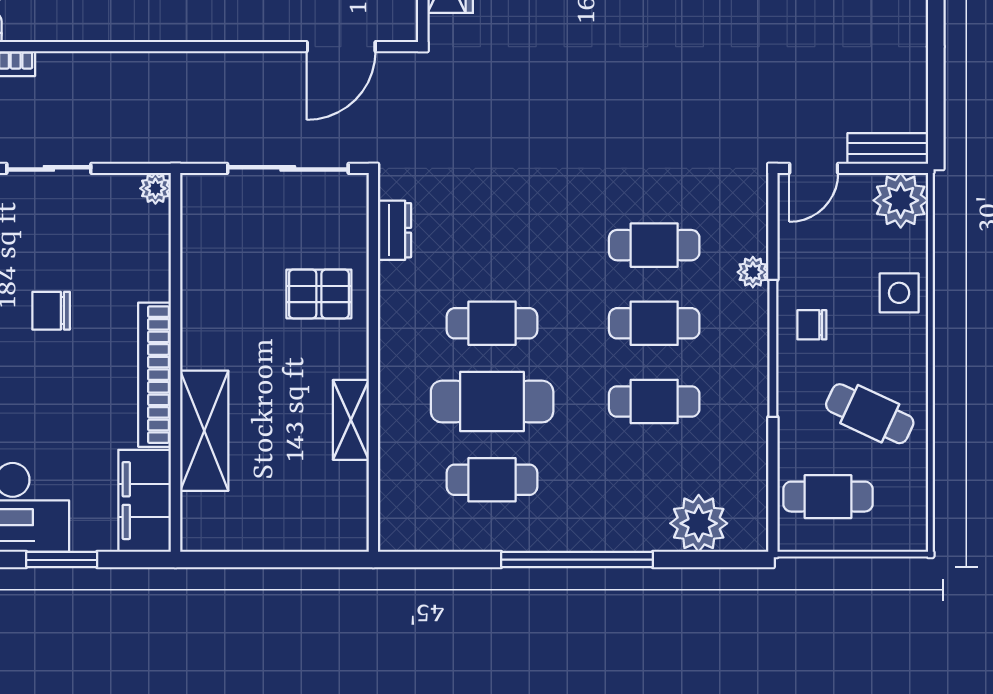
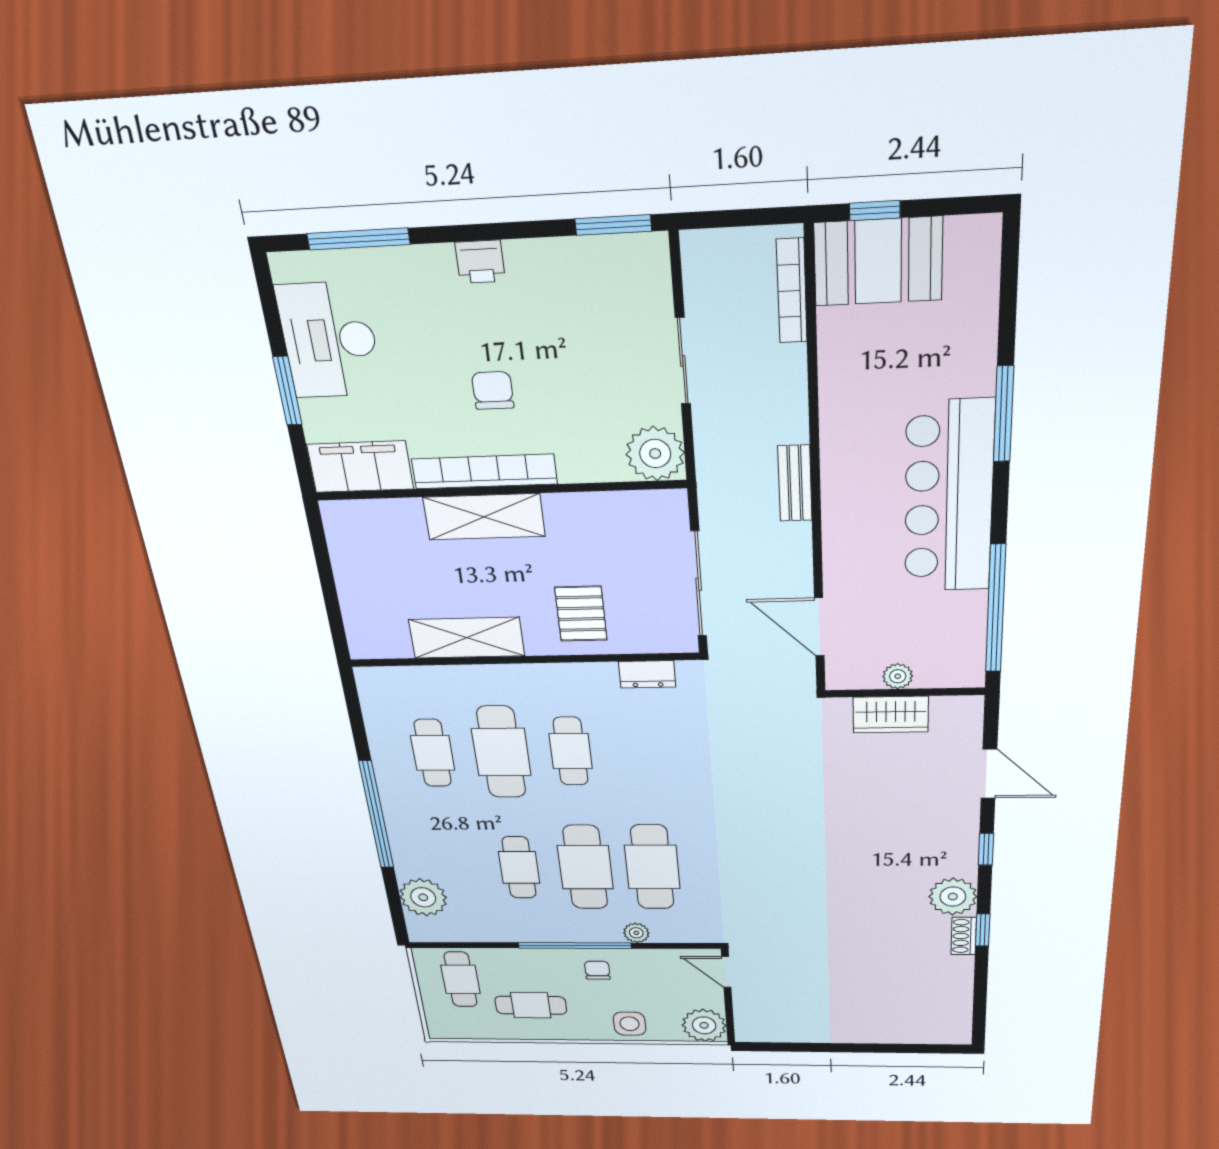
bench: (888, 148) -> (795, 483), moved
plant: (155, 188) -> (655, 454), width x1.88, depth x1.88
cafe table: (654, 245) -> (652, 867), width x1.37, depth x1.35
chair: (51, 311) -> (493, 390), moved
cafe table: (654, 323) -> (585, 867), width x1.37, depth x1.35
cafe table: (870, 414) -> (531, 1005), turned 65
shelving: (351, 420) -> (467, 638), width x1.50, depth x1.33
shelving: (204, 431) -> (484, 517), moved

